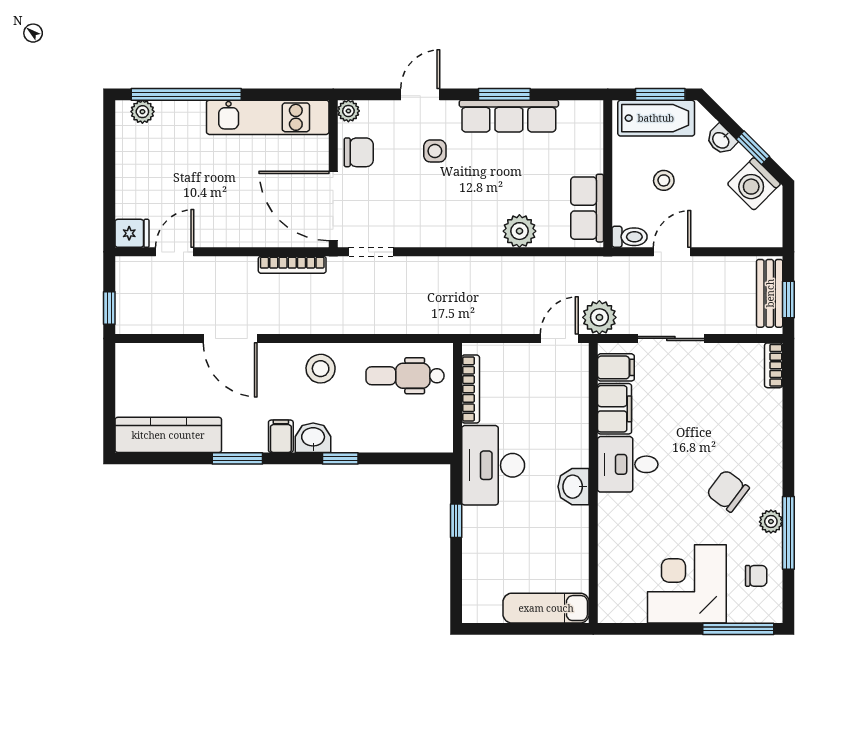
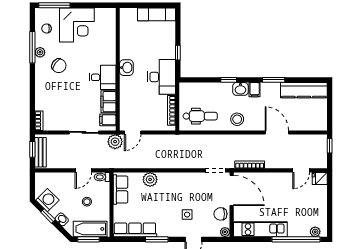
row of seats: (509, 116) -> (135, 230), moved
exam couch: (546, 608) -> (157, 14), moved

